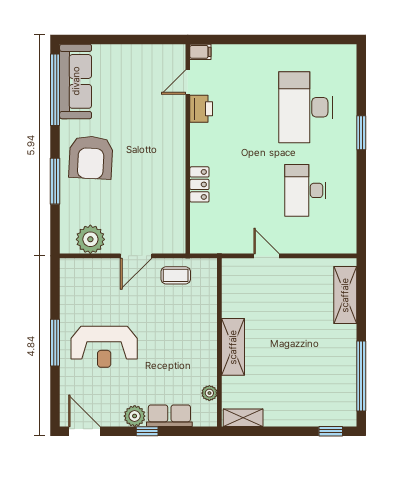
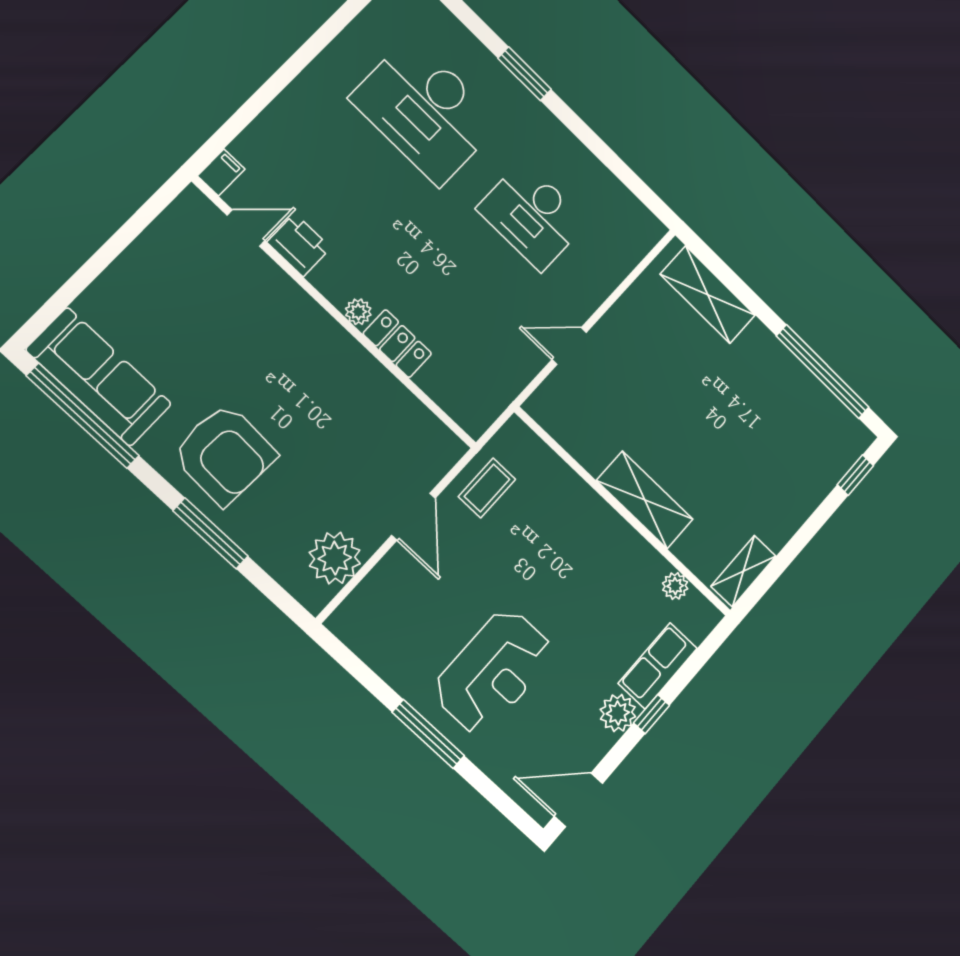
door: (188, 82) -> (246, 228), swing flipped
plant: (197, 157) -> (358, 312), added

